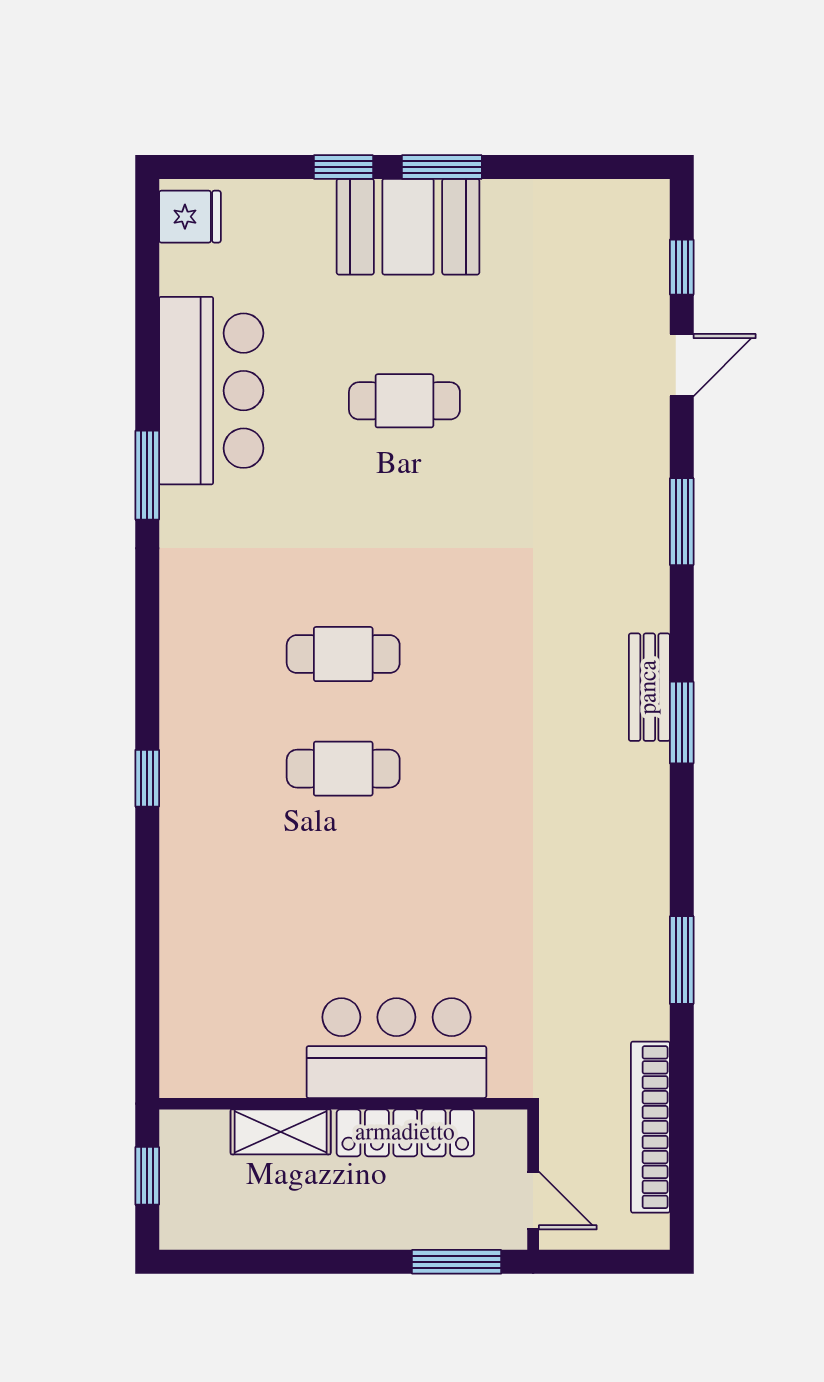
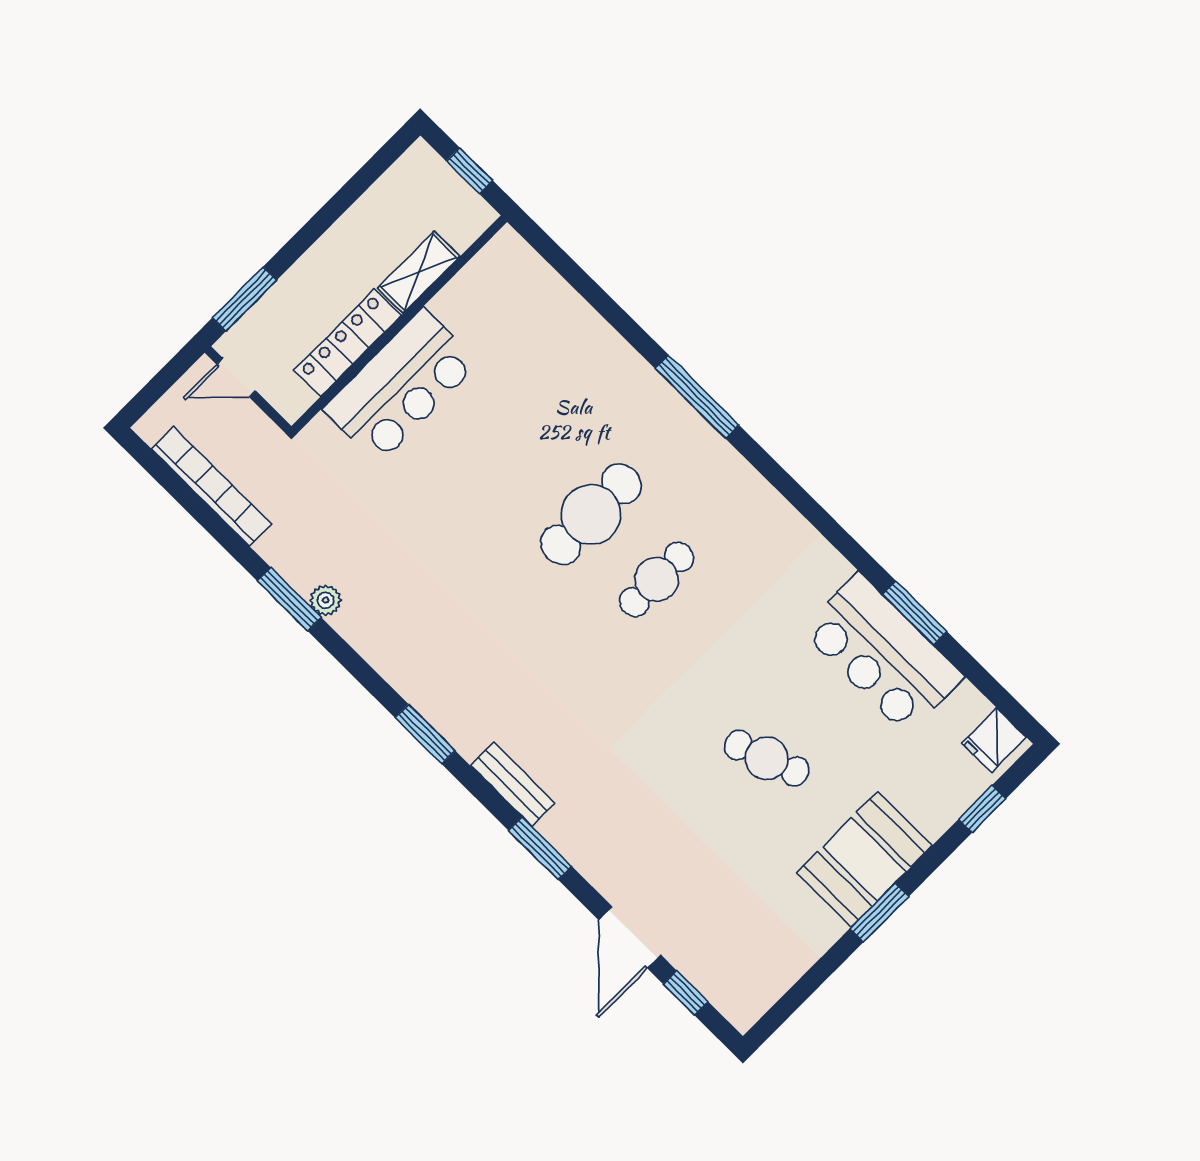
window: (343, 167) -> (982, 809), moved
door: (682, 365) -> (630, 937), width x1.38
cafe table: (404, 401) -> (767, 758), turned 70
window: (147, 475) -> (915, 613), moved
bench: (649, 687) -> (513, 784), moved
cafe table: (343, 769) -> (591, 514), width x1.37, depth x1.35
window: (147, 778) -> (697, 397), width x2.17
plant: (651, 927) -> (326, 600), added

